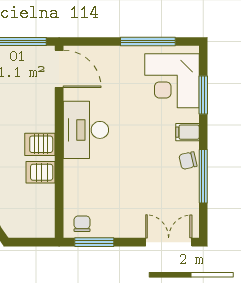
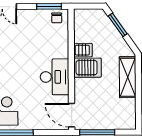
server rack: (40, 144) -> (88, 68), width x1.36, depth x1.44

